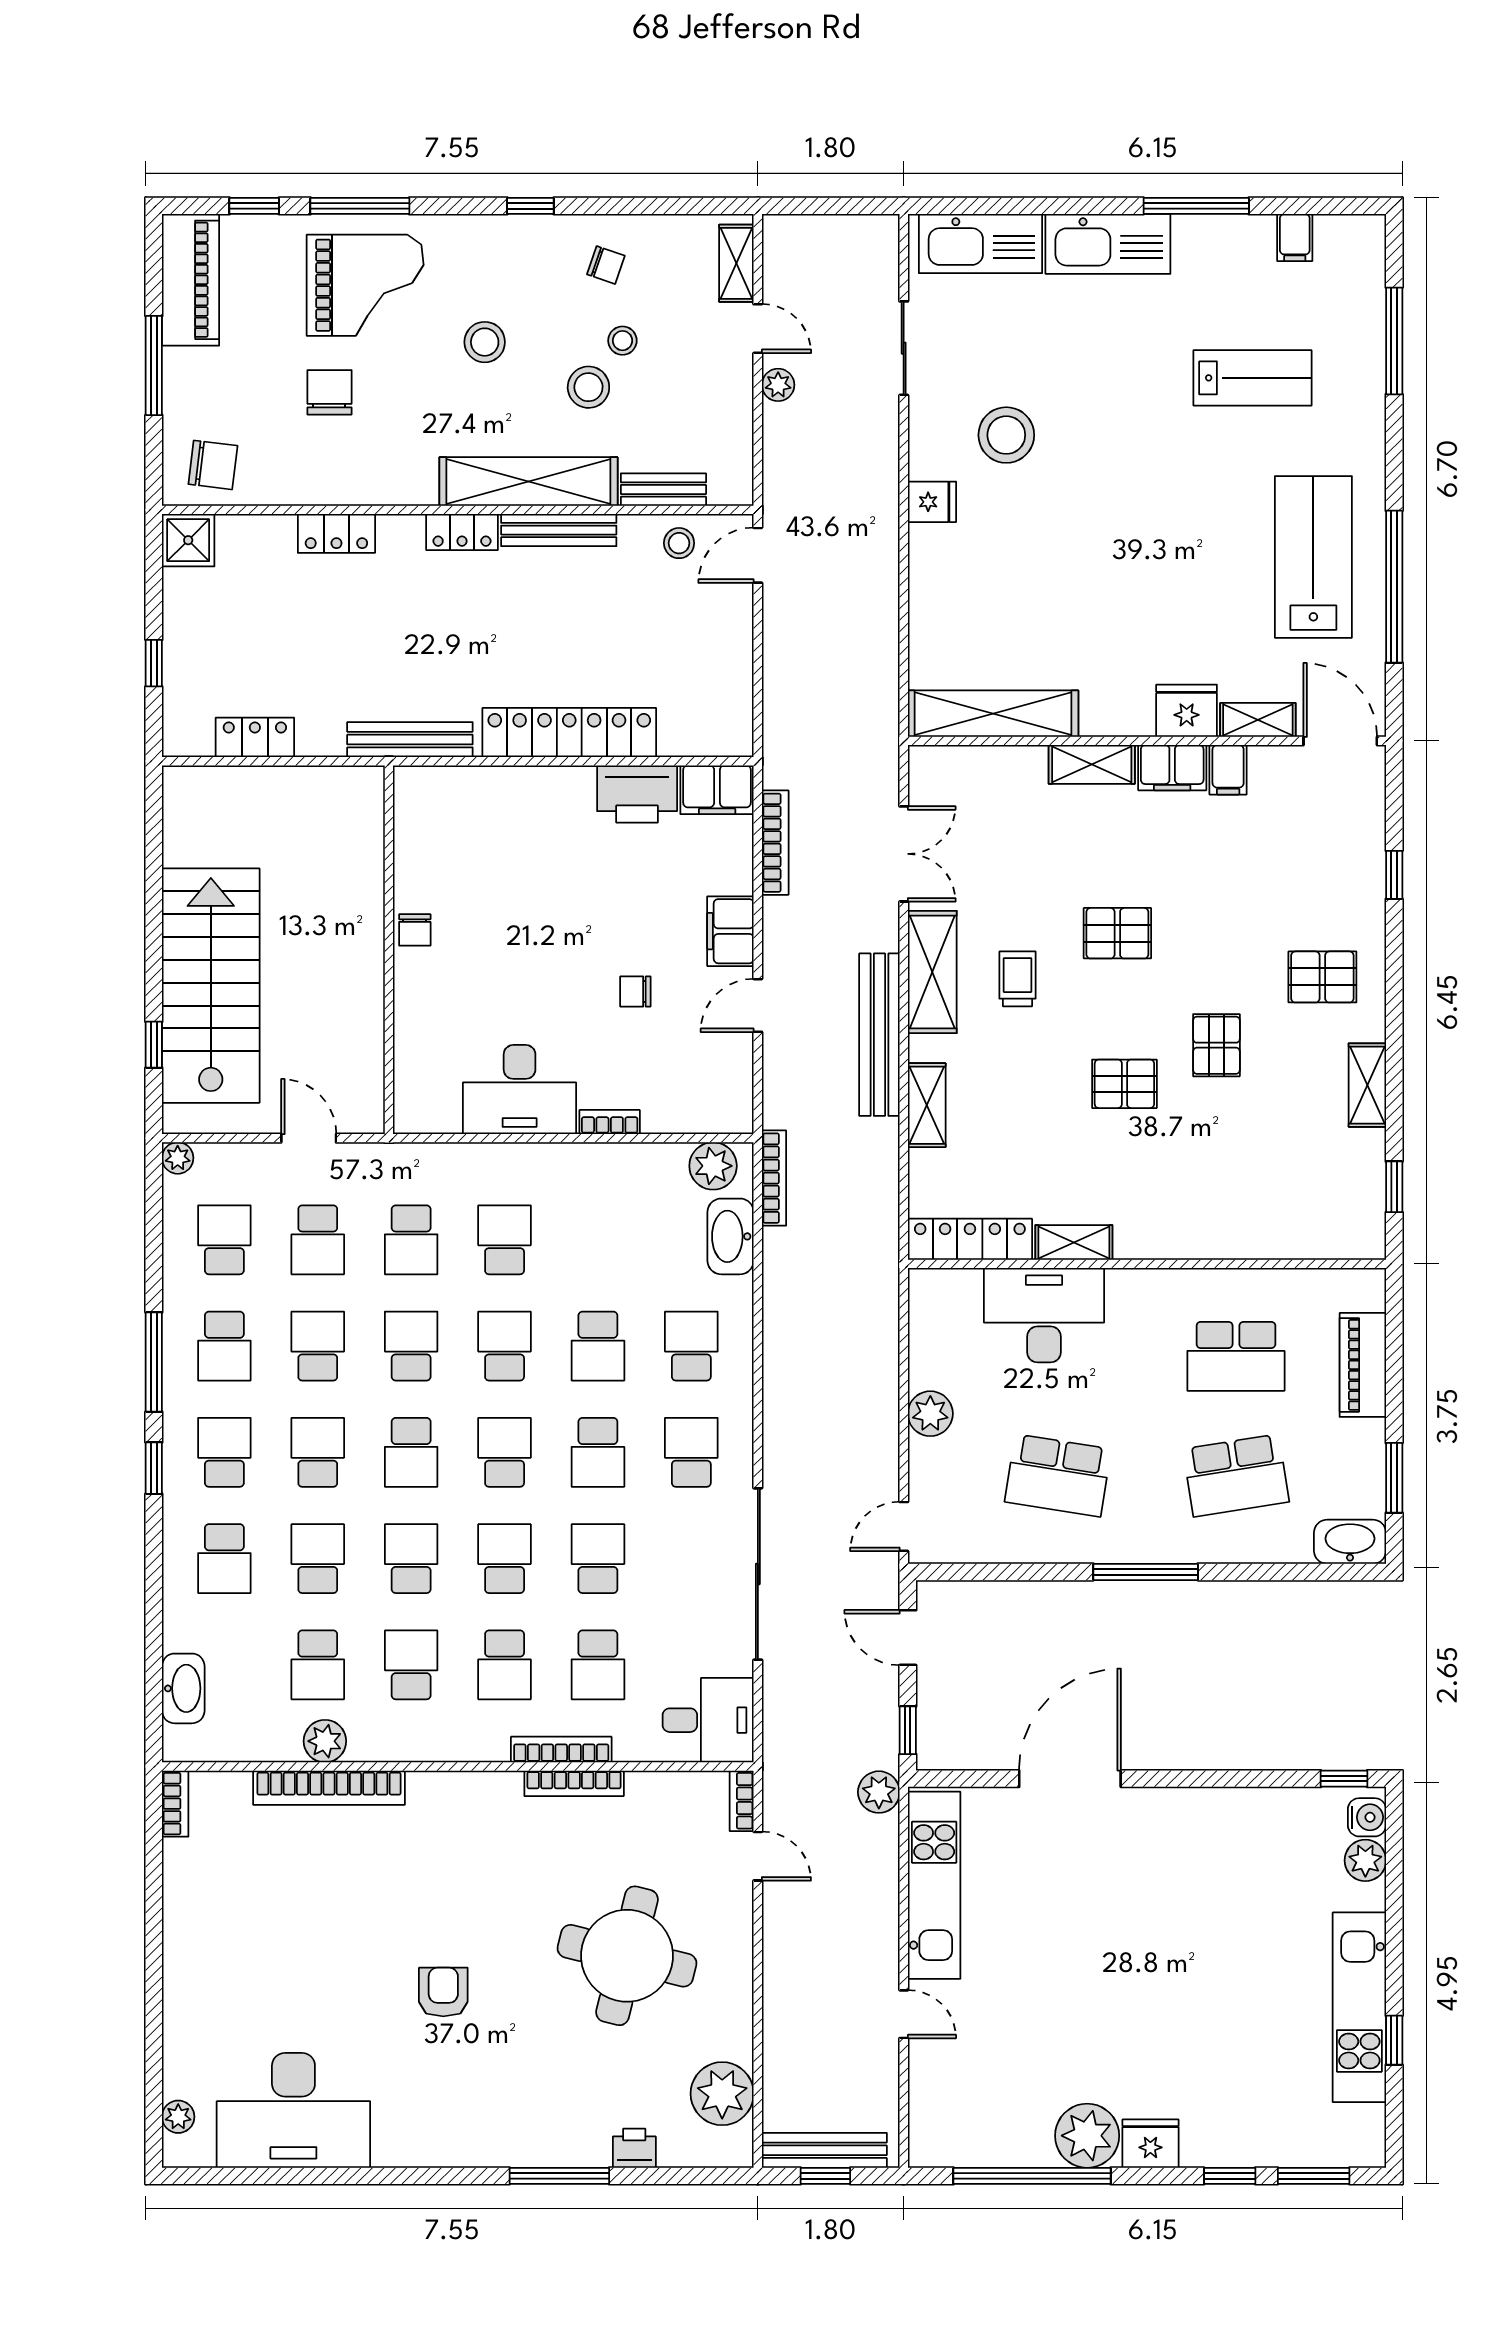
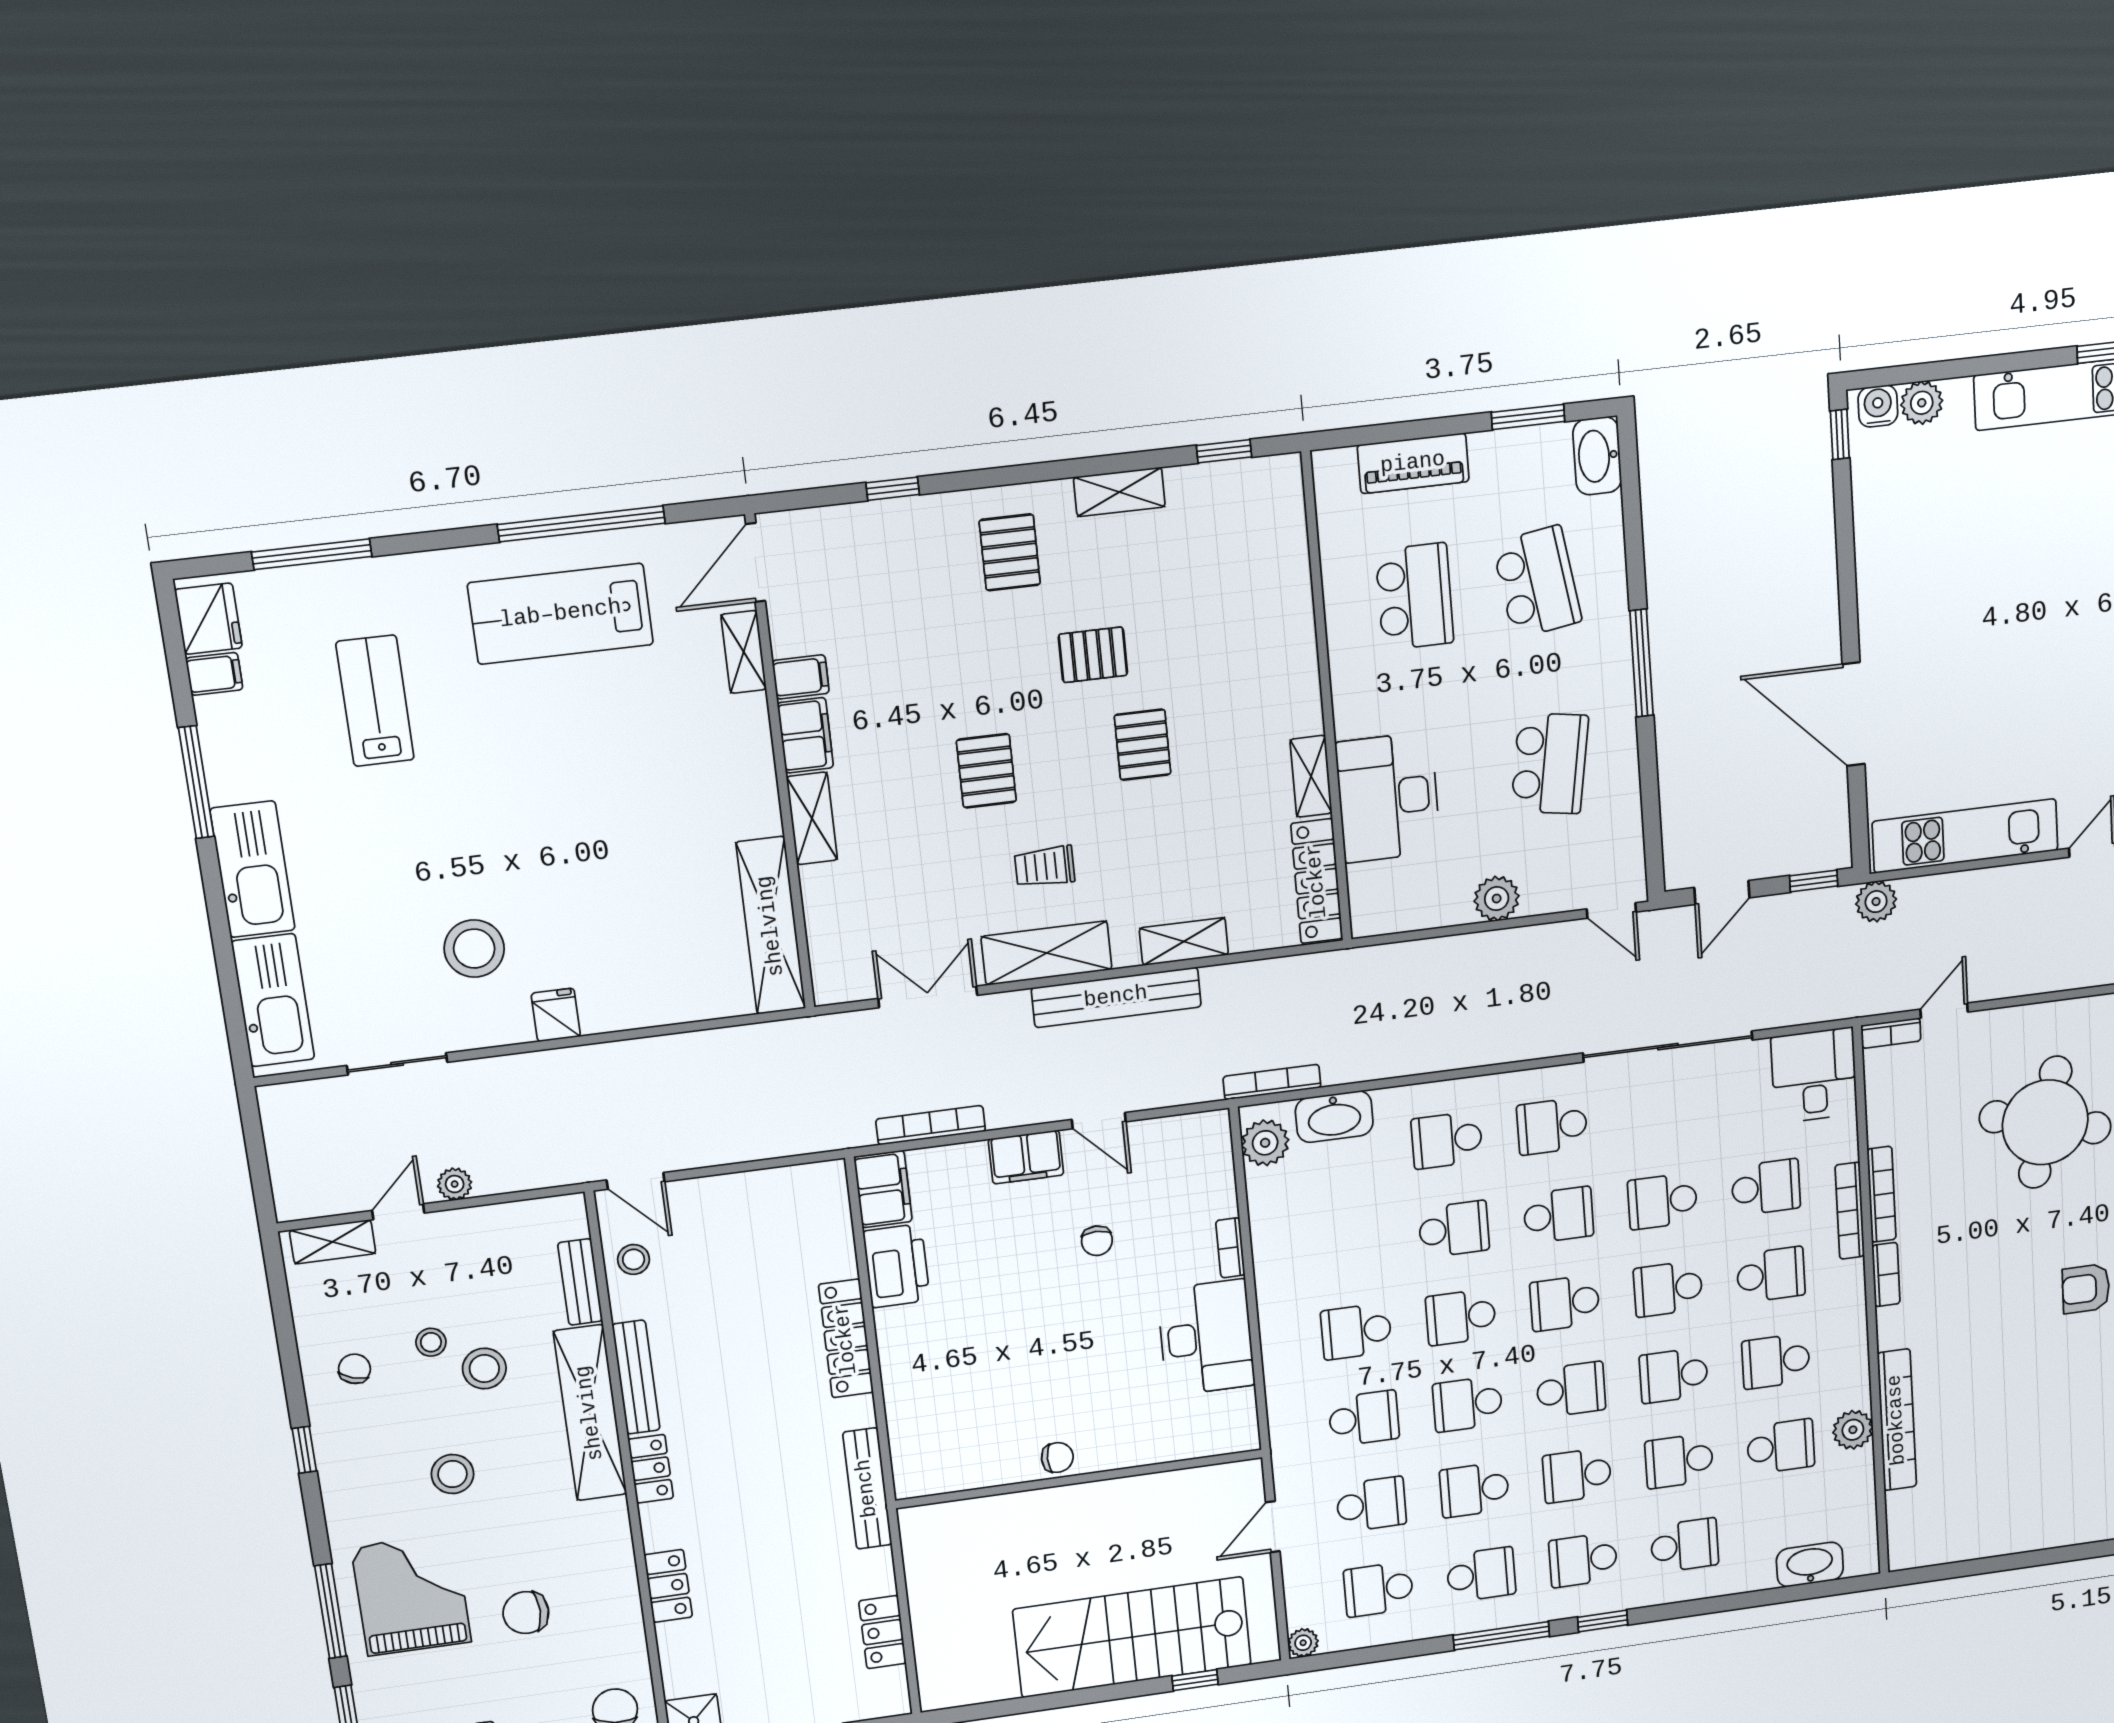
fridge: (1187, 711) -> (208, 619), moved, turned 180
locker: (569, 733) -> (846, 1339), width x0.71, depth x0.83
bookcase: (175, 1804) -> (1886, 1275), moved, turned 90

